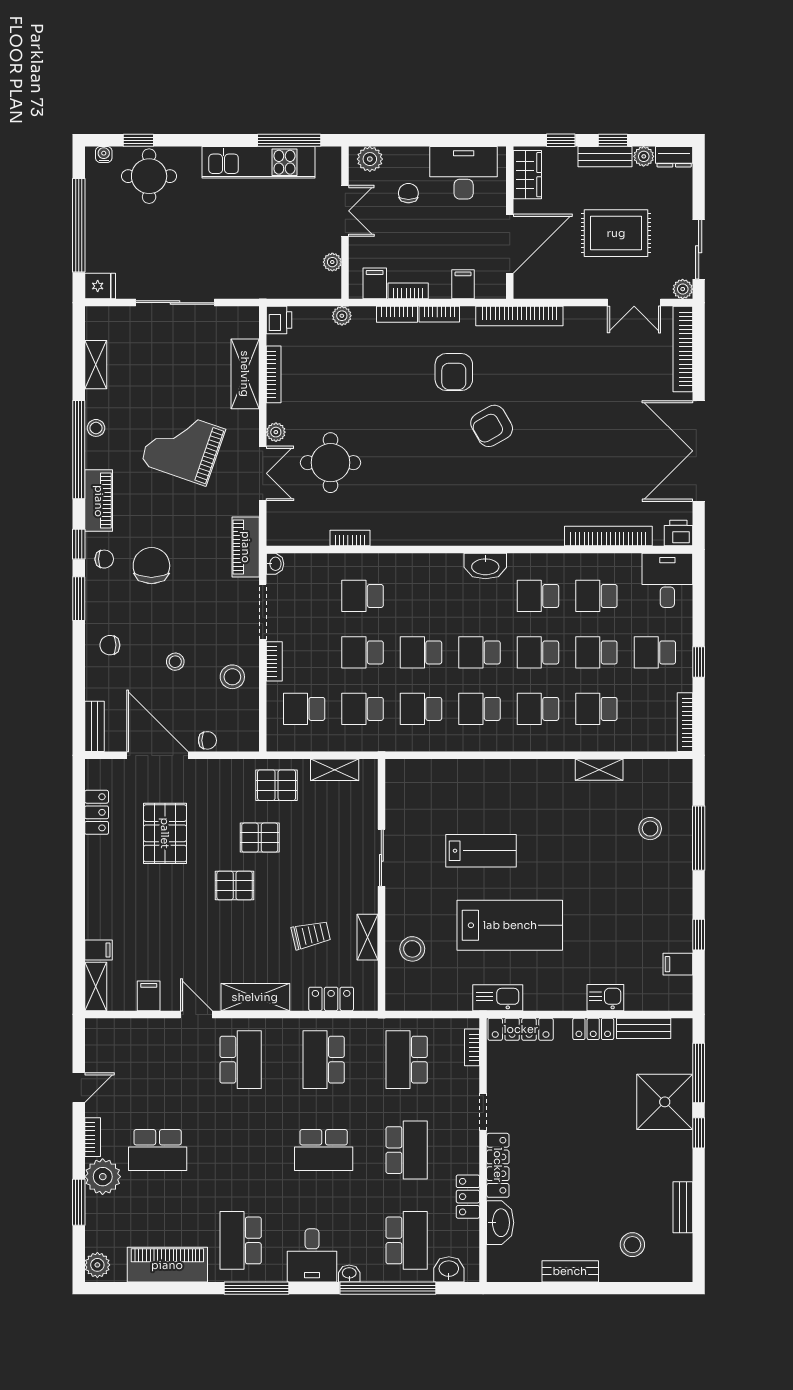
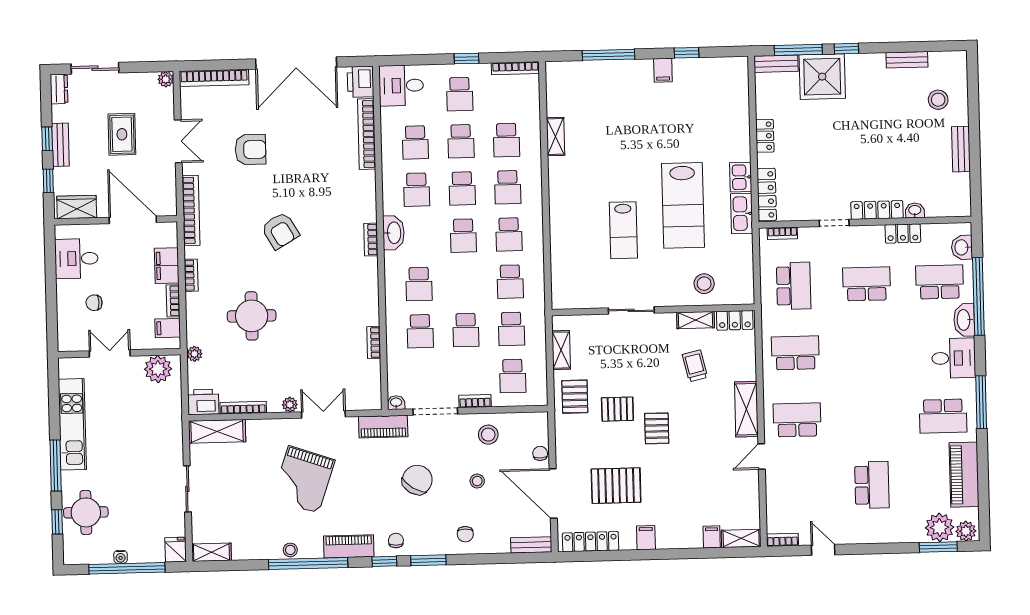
window: (289, 140) -> (56, 465), moved
water cooler: (104, 154) -> (121, 557), moved, turned -90
plant: (644, 156) -> (59, 114), removed
plant: (370, 159) -> (67, 335), removed
desk: (464, 173) -> (76, 259), width x0.73
rug: (616, 233) -> (122, 134), width x0.73, depth x0.70
sliding door: (699, 249) -> (95, 68), moved
plant: (332, 262) -> (158, 369), width x1.87, depth x1.87
filing cabinet: (463, 284) -> (167, 266), width x2.00
sliding door: (175, 303) -> (187, 489), width x0.73
double door: (634, 303) -> (178, 141), moved
bookcase: (397, 314) -> (371, 240), moved, turned 180
printer: (279, 320) -> (203, 402), width x1.36, depth x1.24
shelving: (96, 365) -> (211, 552), moved
armchair: (454, 372) -> (250, 150), moved
shelving: (245, 374) -> (217, 431), moved
round table: (330, 463) -> (252, 316), moved
printer: (678, 533) -> (360, 82), width x1.36, depth x1.24
chair: (151, 566) -> (417, 480), moved, turned 122
school desk: (421, 652) -> (419, 284), moved
door: (157, 755) -> (553, 493), hinge flipped
locker: (97, 812) -> (591, 542), width x1.53
stool: (650, 829) -> (602, 94), removed
pallet: (260, 838) -> (617, 409), turned 90
lab bench: (481, 851) -> (623, 230), turned 180
lab bench: (510, 925) -> (683, 205), turned 180
filing cabinet: (678, 964) -> (663, 70), moved
filing cabinet: (149, 996) -> (646, 538), moved, turned 90
kitchen sink: (605, 998) -> (741, 177), moved
locker: (331, 999) -> (735, 320), moved, turned -90
bench: (644, 1028) -> (776, 64), moved, turned 90
school desk: (324, 1060) -> (795, 353), turned 180
school desk: (407, 1060) -> (794, 286), turned -90
bookcase: (93, 1137) -> (782, 540), moved
school desk: (324, 1150) -> (868, 351), removed
plant: (103, 1177) -> (940, 527), moved
window: (79, 1202) -> (938, 547), moved
washbasin: (500, 1223) -> (915, 210), width x0.52, depth x0.69
washbasin: (349, 1273) -> (964, 320), width x1.91, depth x1.45

